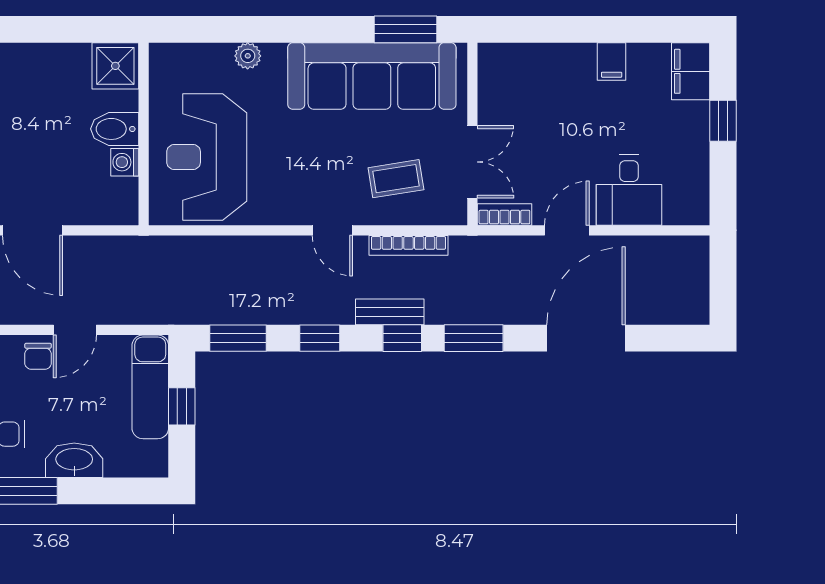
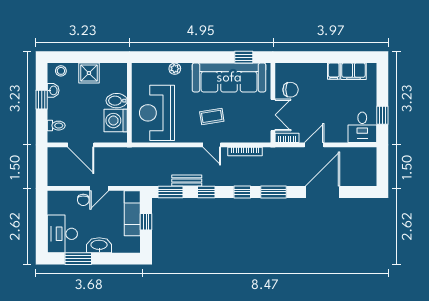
window: (406, 29) -> (244, 57), width x0.67
shower: (115, 66) -> (89, 73), moved
filing cabinet: (691, 71) -> (354, 71), moved, turned -90
chair: (513, 104) -> (291, 90), added
window: (723, 121) -> (382, 115), moved
washing machine: (125, 162) -> (116, 121), width x1.89, depth x1.89
coffee table: (396, 179) -> (212, 116), moved
desk: (629, 190) -> (362, 127), moved
bench: (390, 312) -> (187, 180), moved

